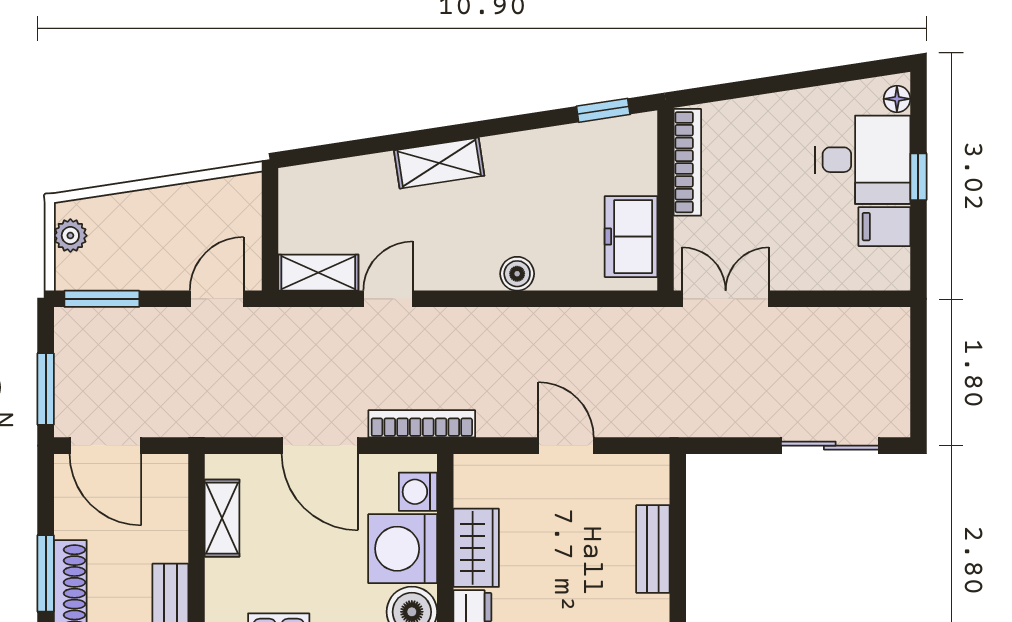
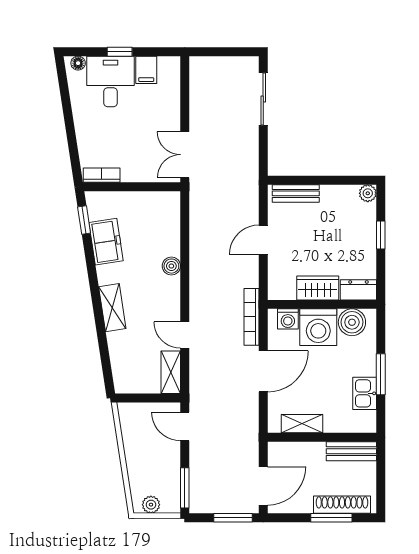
bookcase: (687, 162) -> (102, 175), width x0.64
freezer: (631, 237) -> (106, 242), moved, turned -99
bench: (653, 549) -> (296, 193), moved

